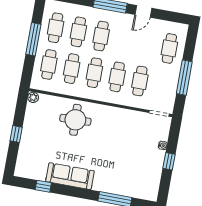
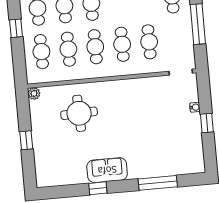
window: (33, 39) -> (16, 28), width x0.46
round table: (75, 120) -> (79, 113), moved
sofa: (70, 176) -> (107, 170), width x0.73
window: (43, 186) -> (98, 188), moved

